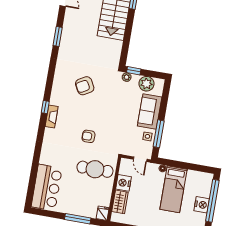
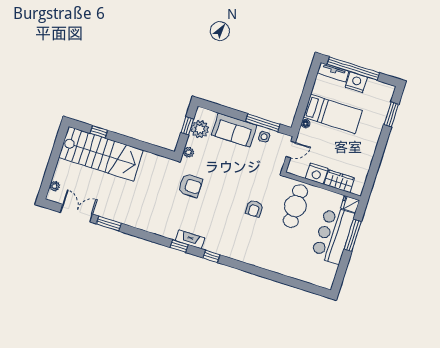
window: (58, 36) -> (109, 224), moved
window: (134, 71) -> (187, 126), moved
window: (50, 80) -> (179, 246), added
armchair: (85, 86) -> (190, 186), moved, turned -61
fireplace: (52, 116) -> (190, 239), moved
tv unit: (207, 185) -> (333, 72), added
bar counter: (47, 187) -> (333, 235), moved, turned -90

